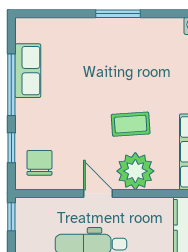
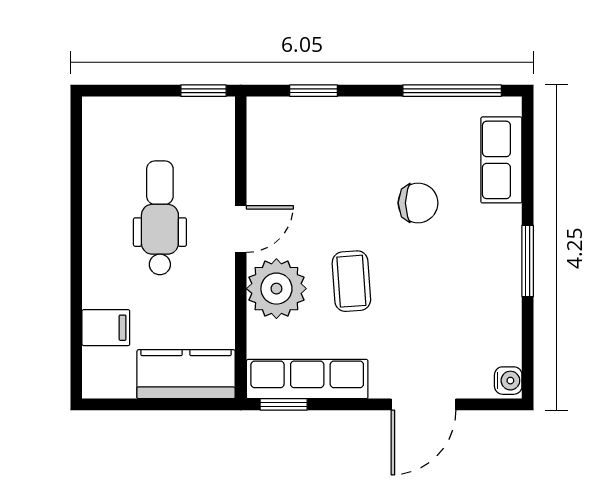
row of seats: (28, 71) -> (501, 160), moved, turned 90
window: (11, 85) -> (452, 91), moved
chair: (39, 163) -> (418, 203), moved

